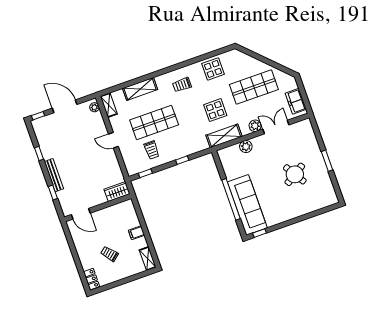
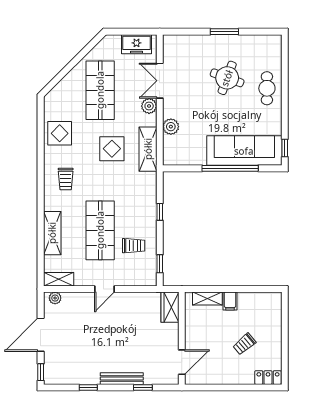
round table: (295, 174) -> (227, 78), turned -38
cafe table: (297, 205) -> (267, 88), added
shelving: (148, 259) -> (207, 298), moved

